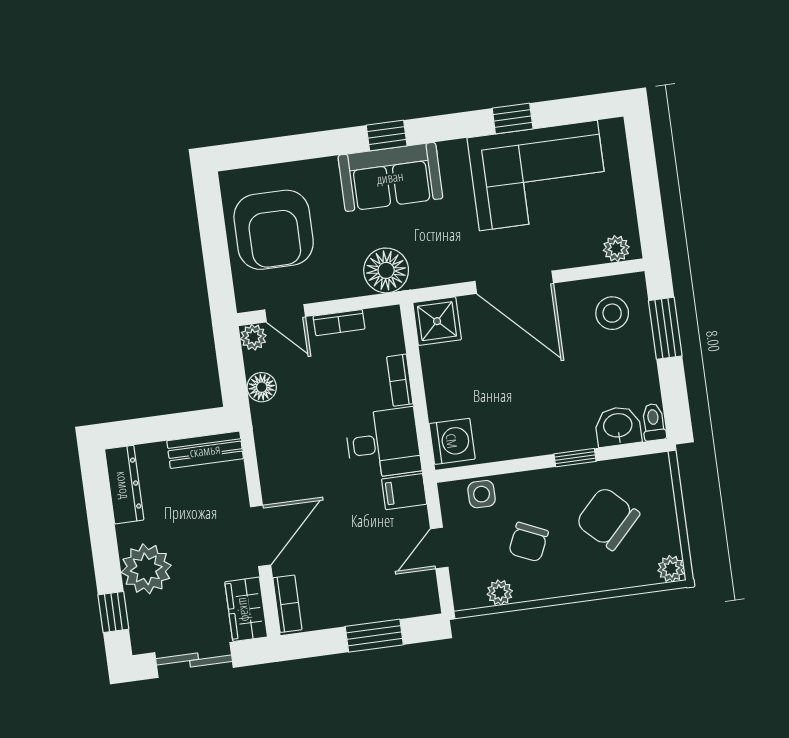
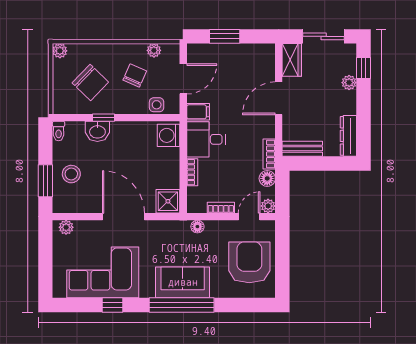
window: (387, 136) -> (182, 305), width x3.17
floor lamp: (386, 270) -> (197, 227), width x0.53, depth x0.53
door: (285, 313) -> (249, 217), hinge flipped
stool: (612, 313) -> (71, 174), moved
washbasin: (618, 426) -> (97, 131), moved
door: (439, 548) -> (183, 79), width x1.38
plant: (146, 569) -> (349, 83), width x0.53, depth x0.53
bookcase: (287, 604) -> (269, 154), moved

